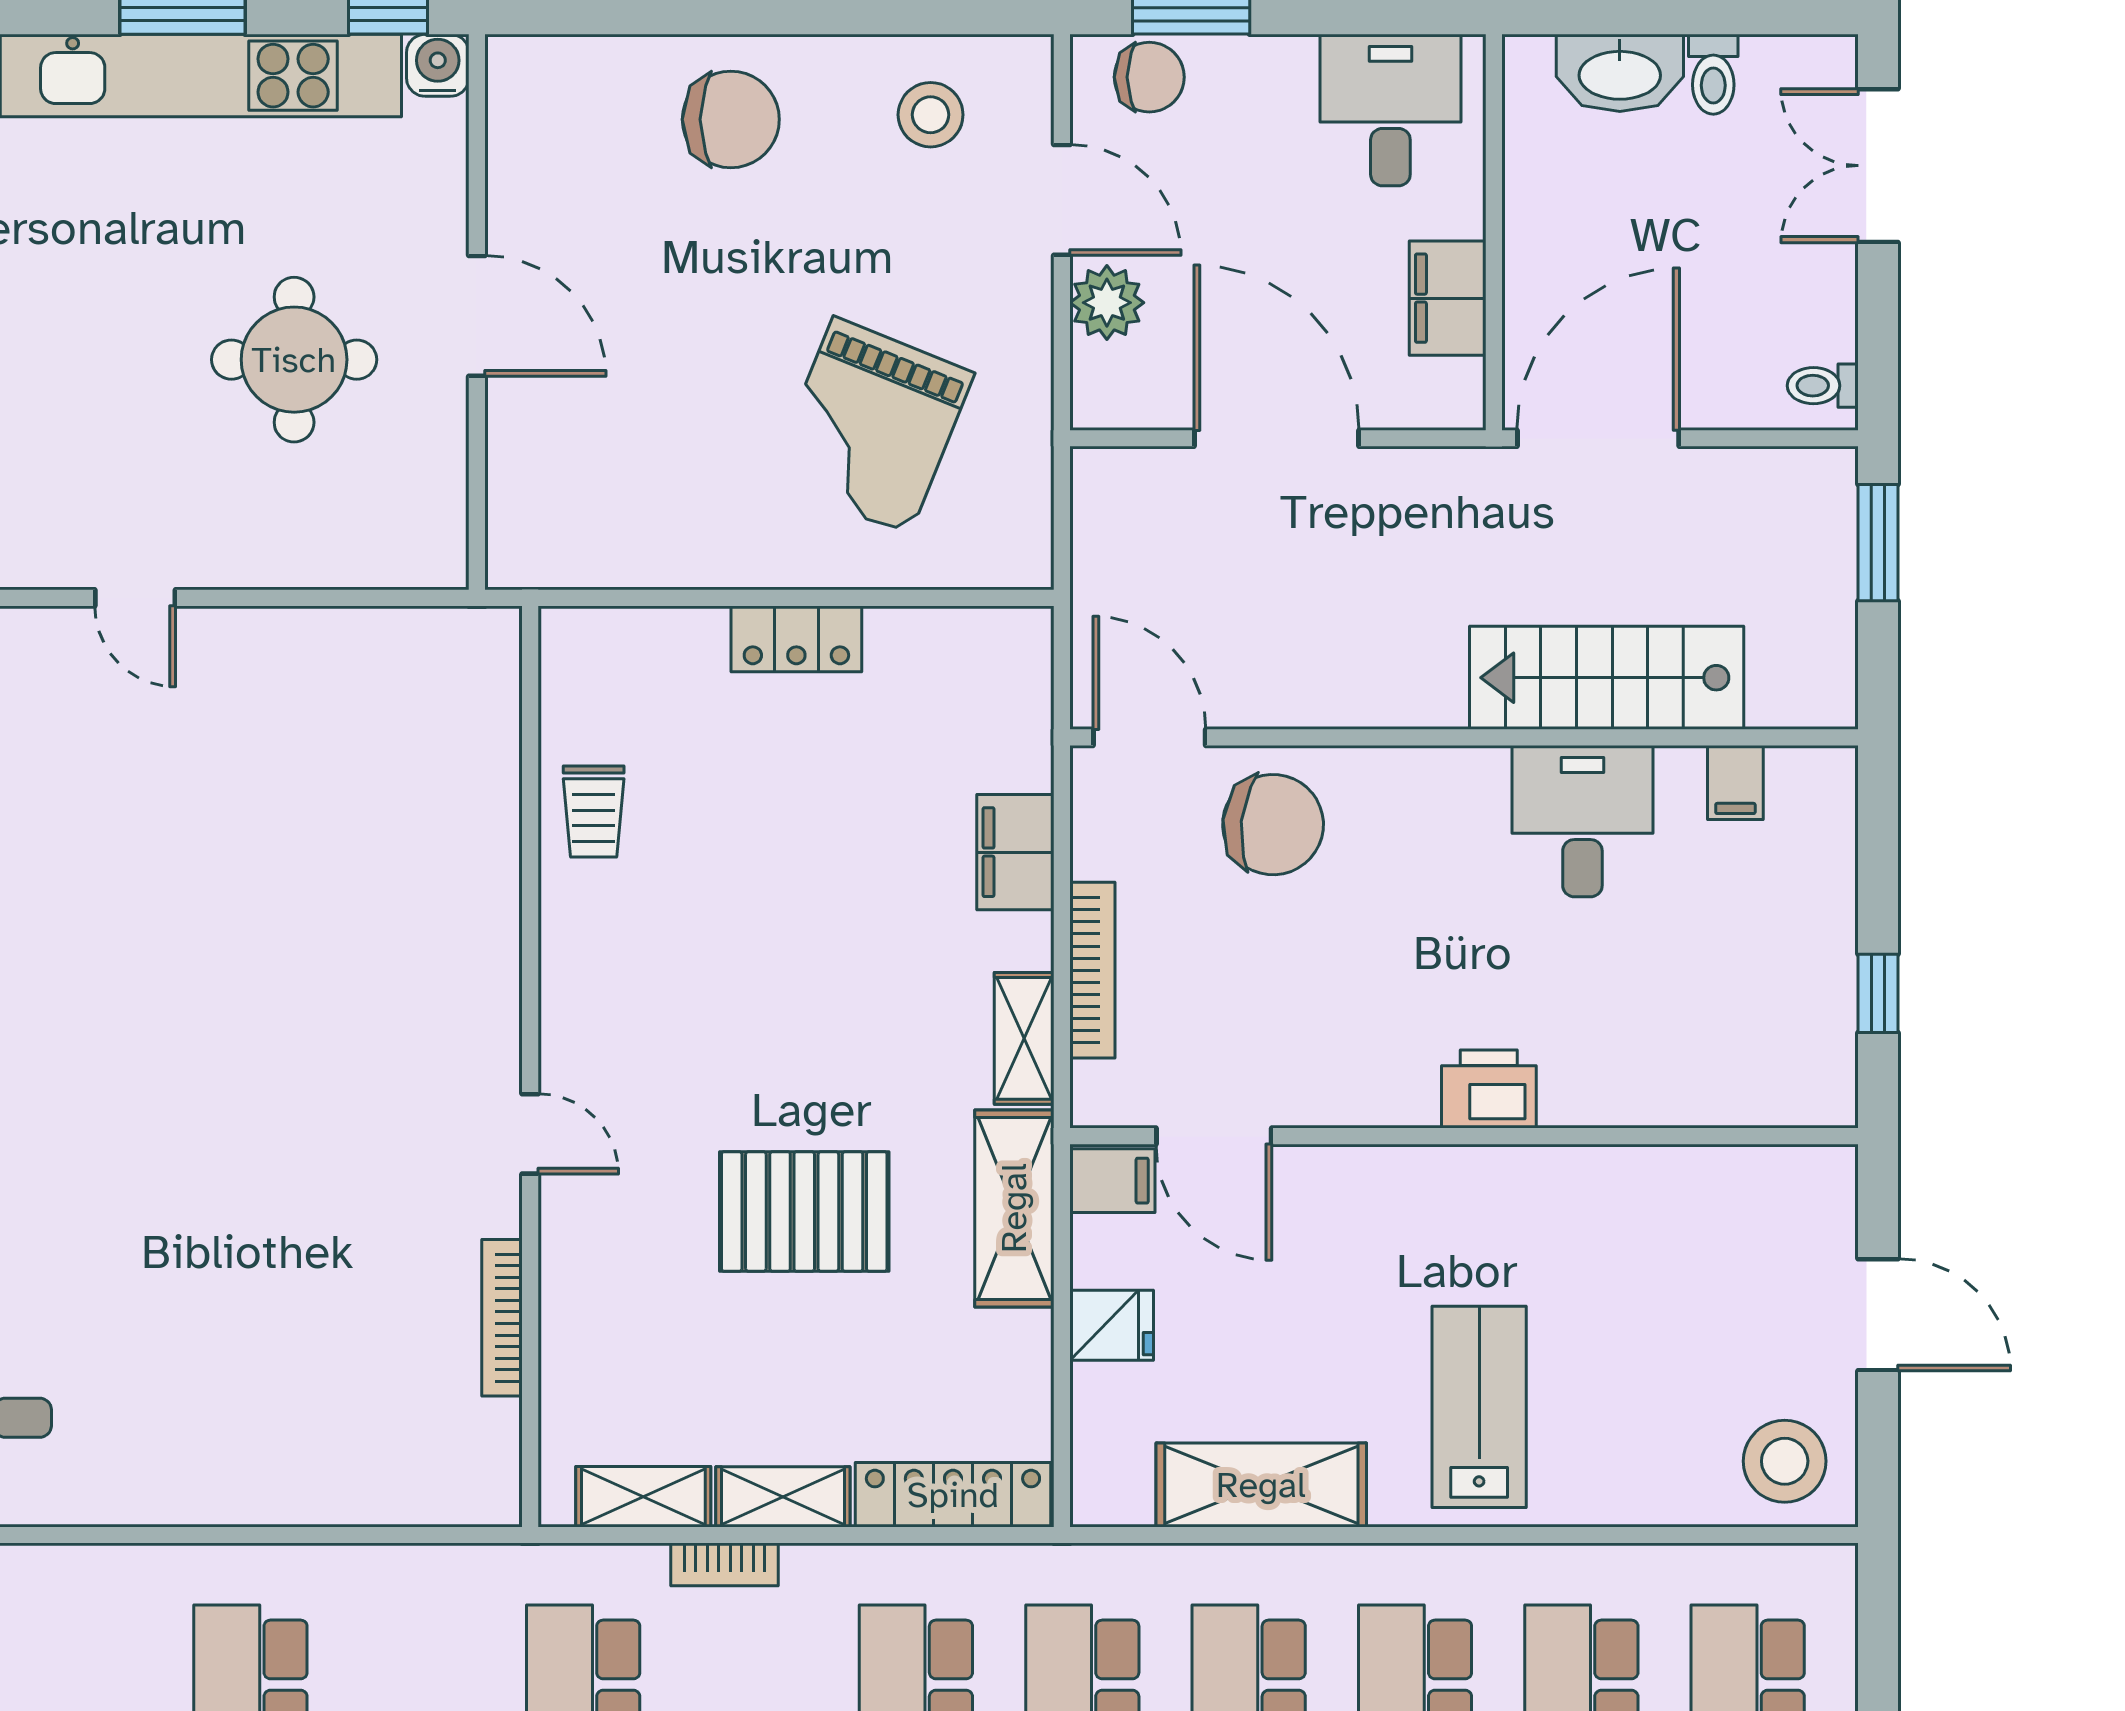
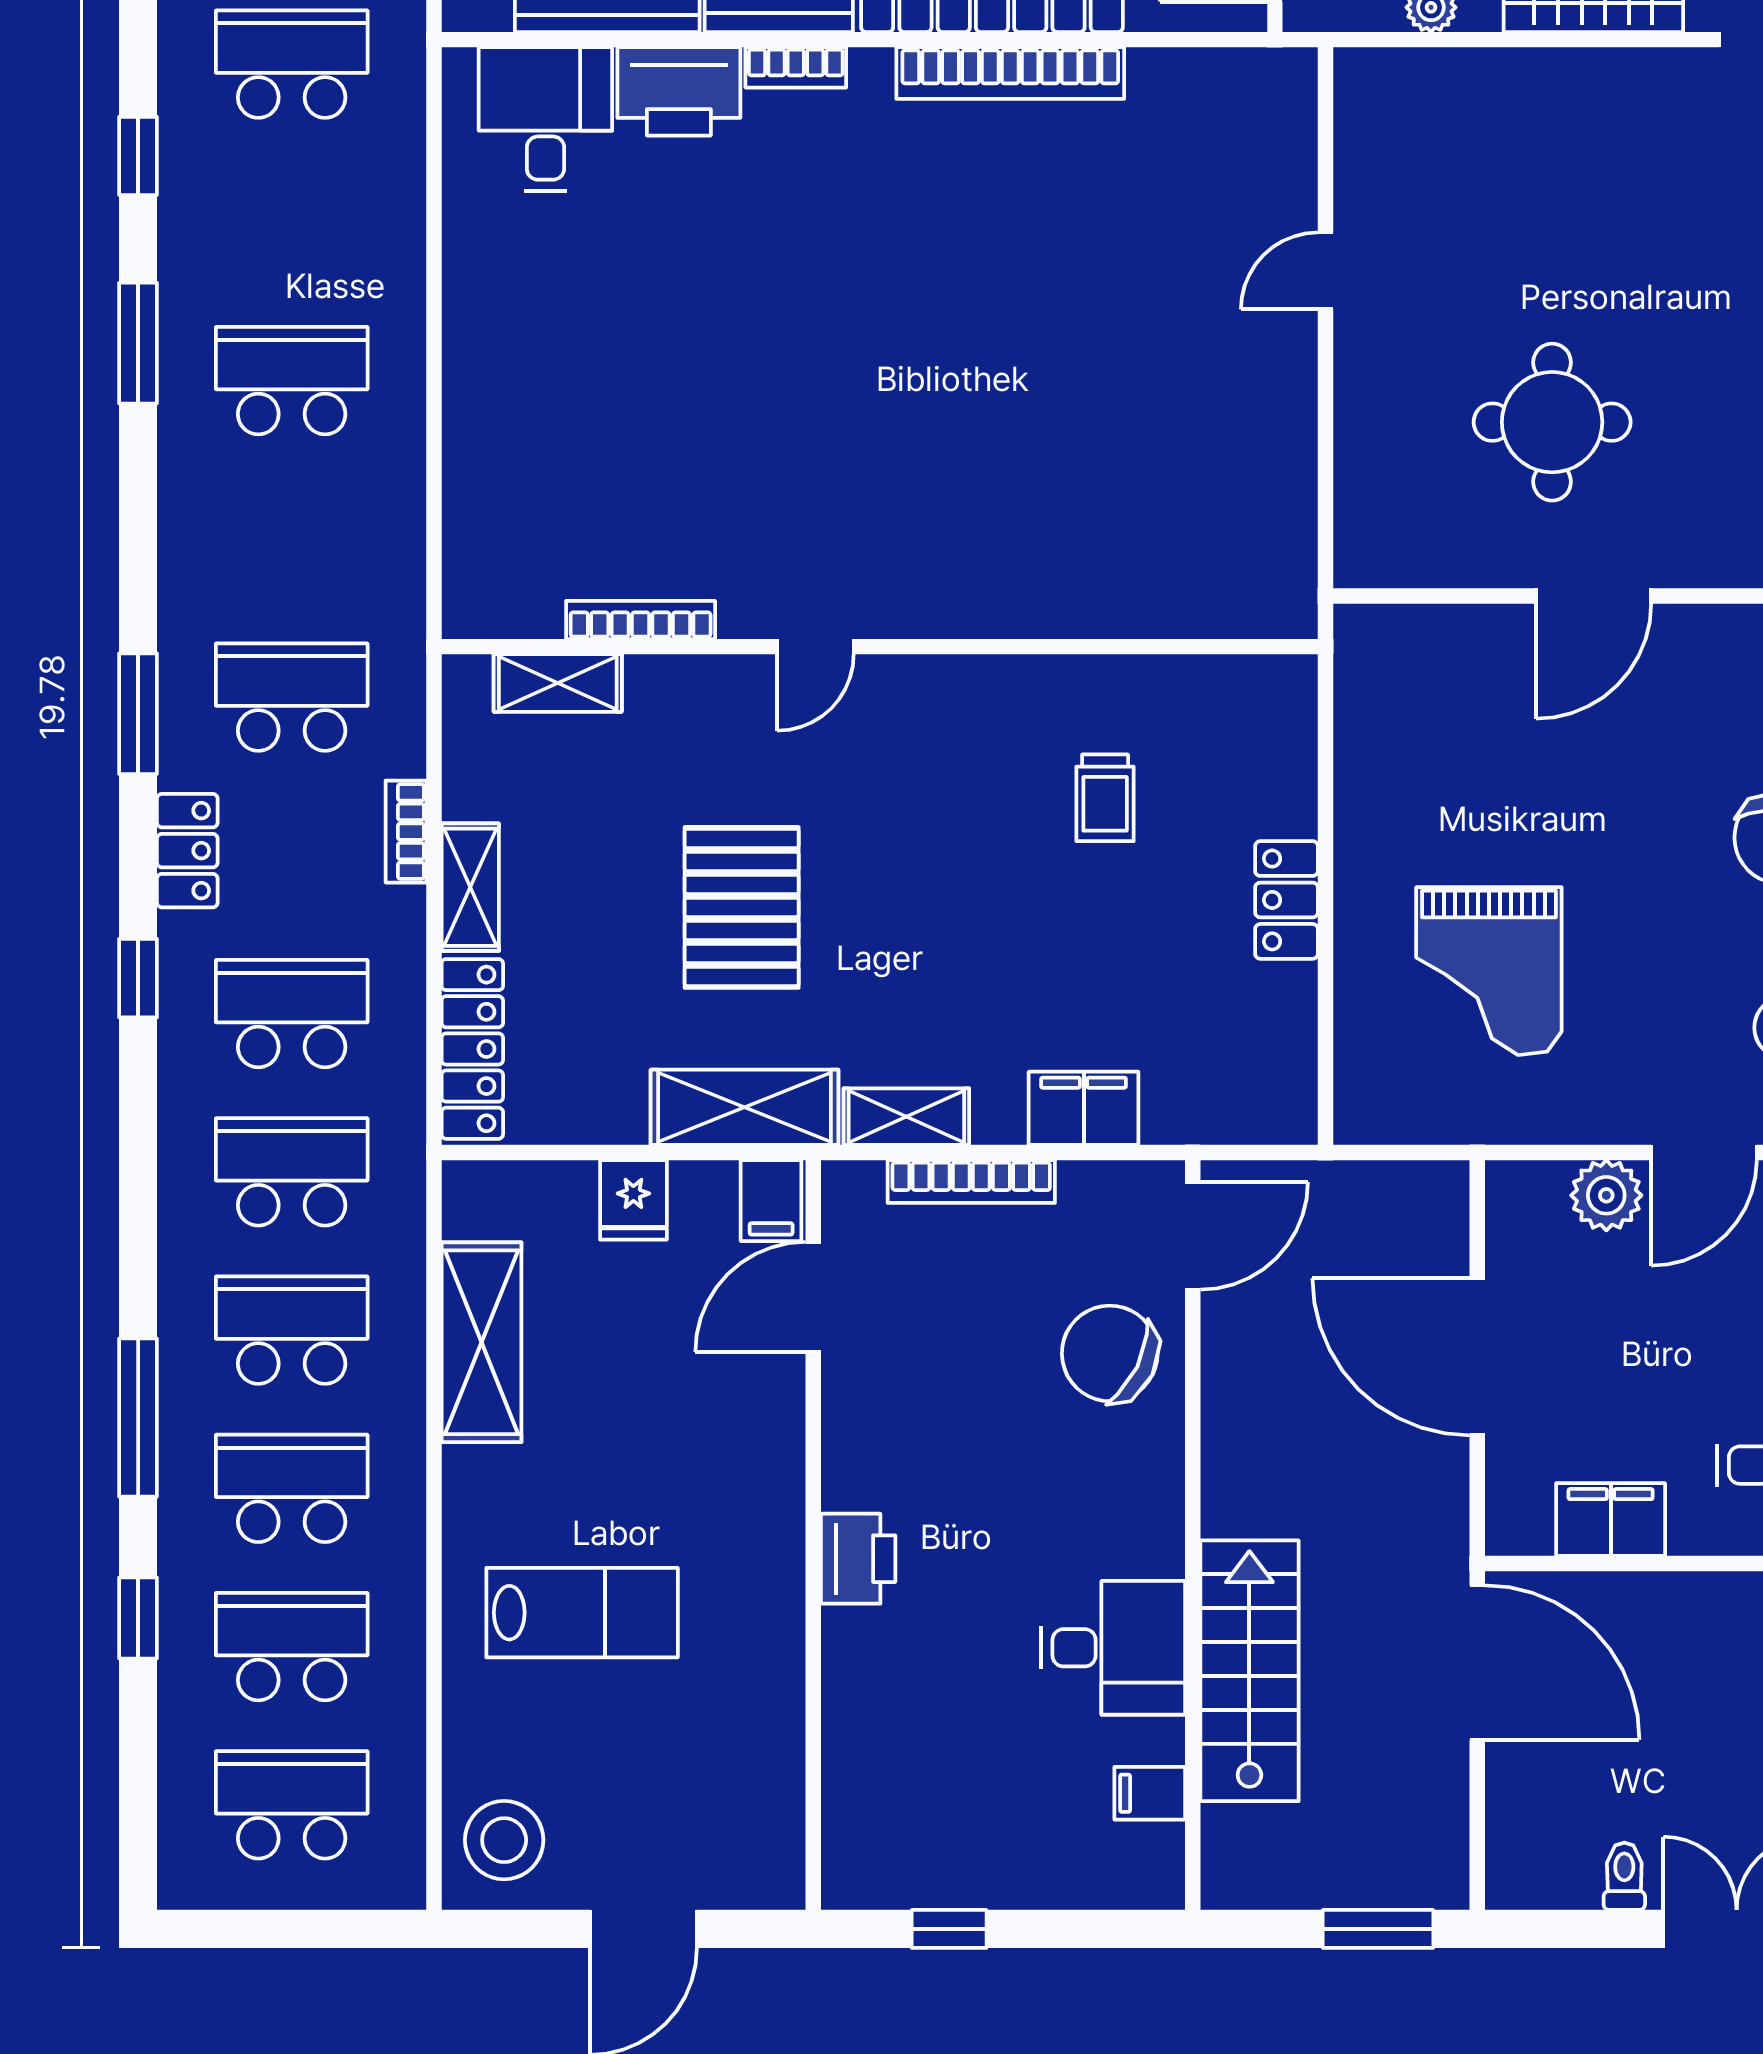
toilet: (1823, 386) -> (1624, 1876), moved
grand piano: (871, 426) -> (1489, 971), turned -112
door: (1277, 438) -> (1477, 1357), swing flipped
trolley: (594, 811) -> (1105, 798), moved, turned -90
chair: (1273, 825) -> (1110, 1353), turned 110
lab bench: (1479, 1407) -> (582, 1613), moved
shelving: (643, 1497) -> (558, 683), moved, turned 90

